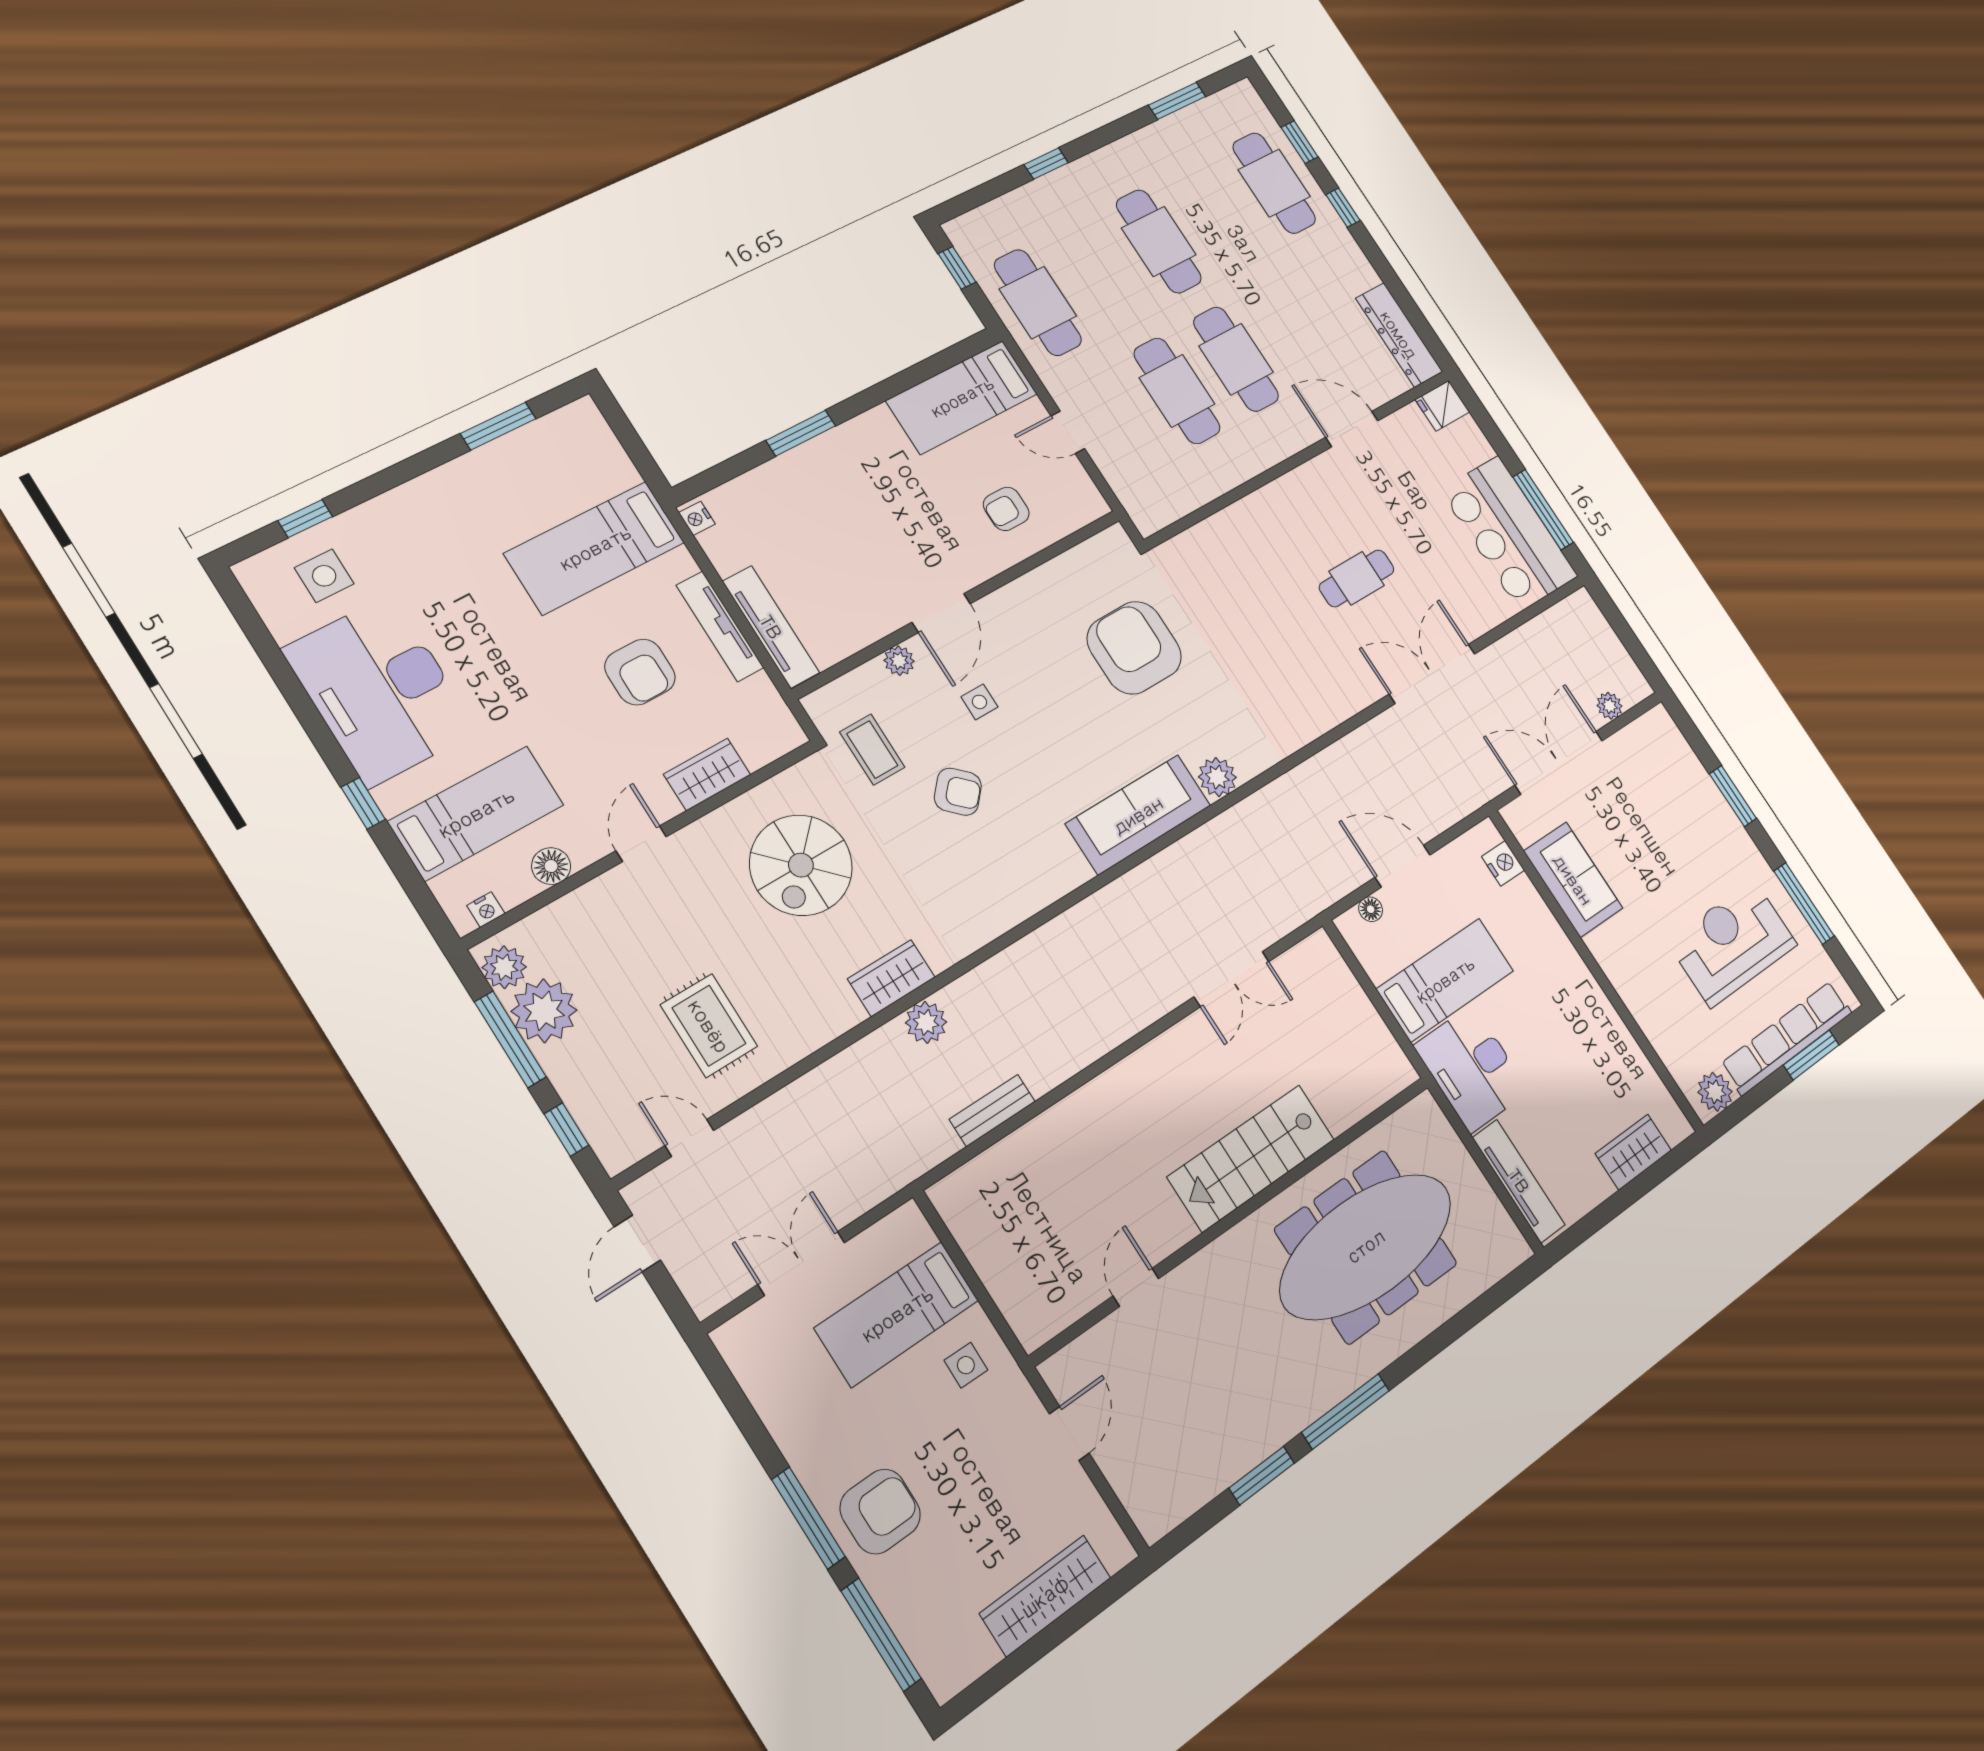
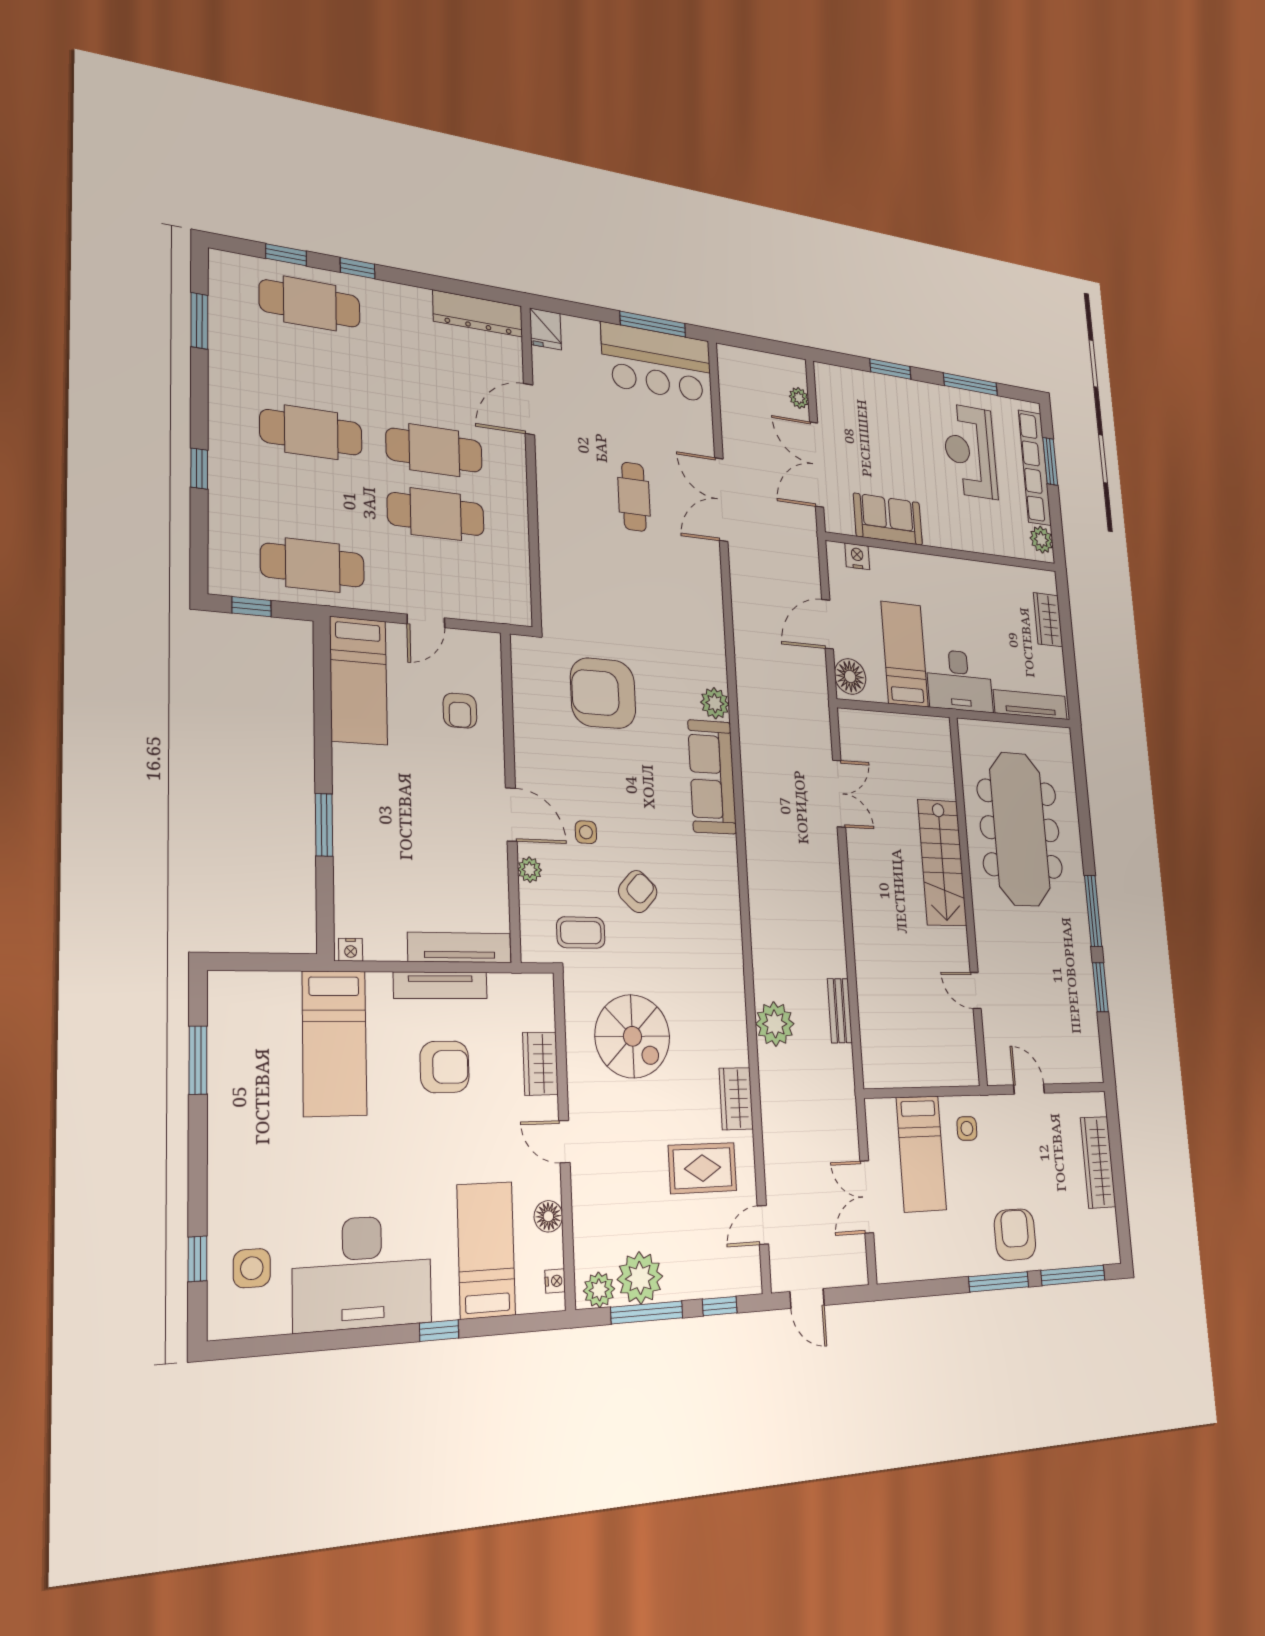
floor lamp: (1371, 909) -> (850, 676), width x1.89, depth x1.89
wardrobe: (891, 978) -> (736, 1099), moved
plant: (926, 1022) -> (775, 1024), width x1.36, depth x1.36

